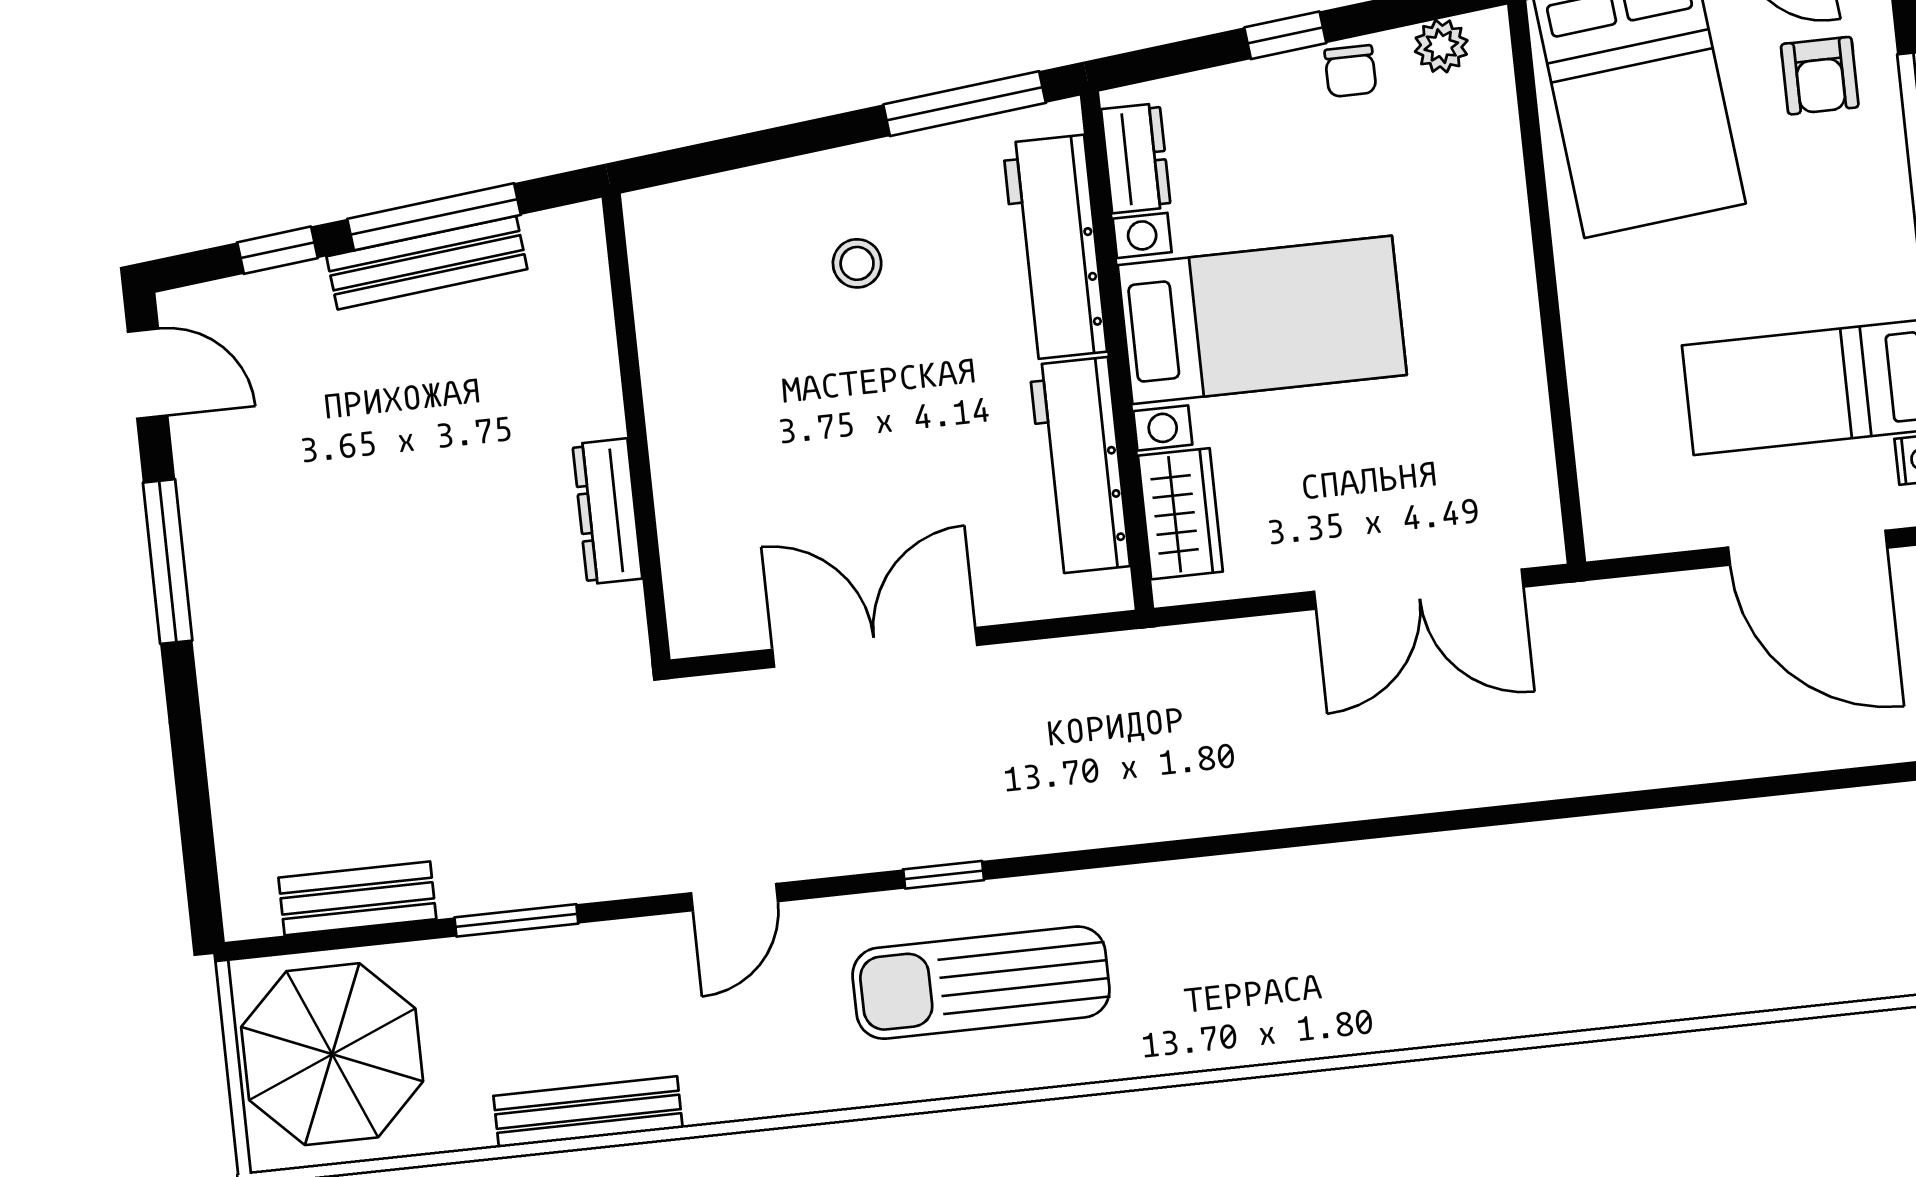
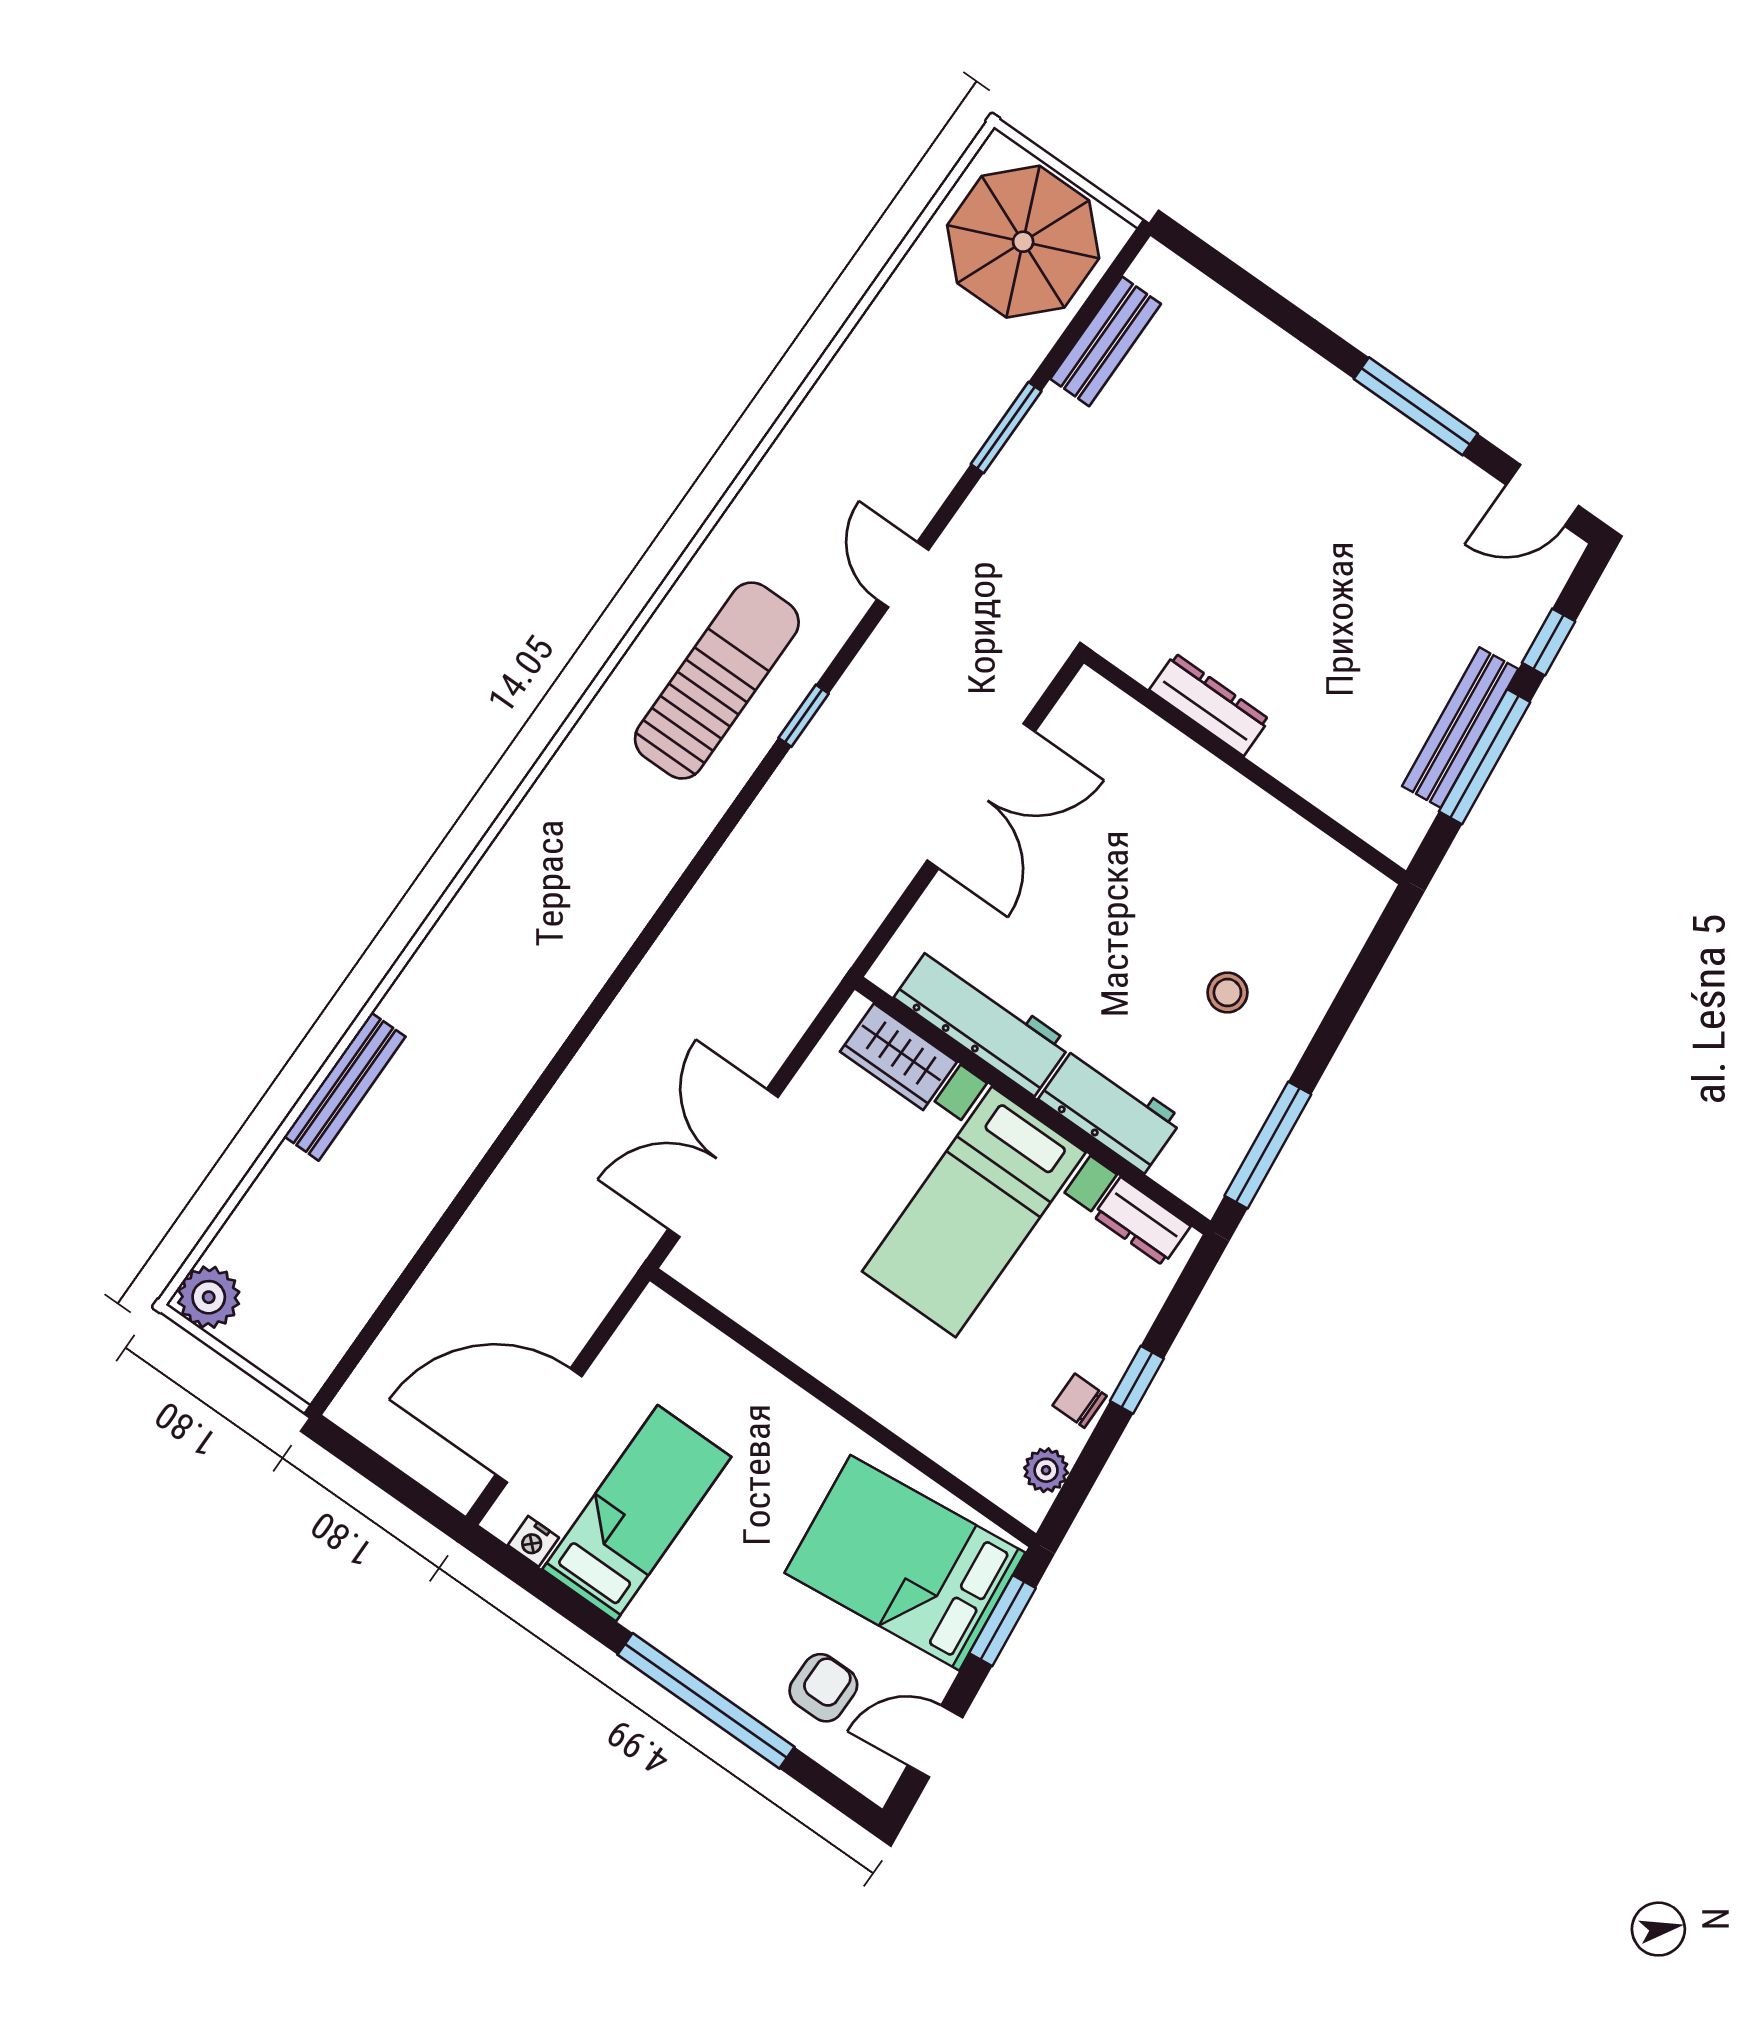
armchair: (1820, 76) -> (823, 1688), turned 90
workbench: (1055, 248) -> (1110, 1109), width x0.73
bench: (588, 1112) -> (345, 1087), moved

